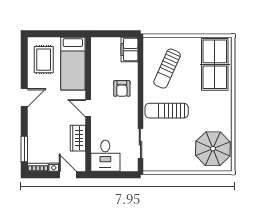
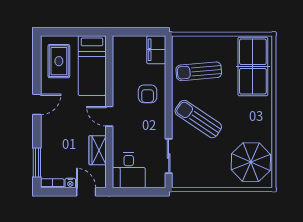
sun lounger: (167, 69) -> (199, 71), turned 61
sun lounger: (167, 111) -> (198, 119), turned 34

